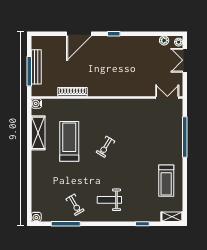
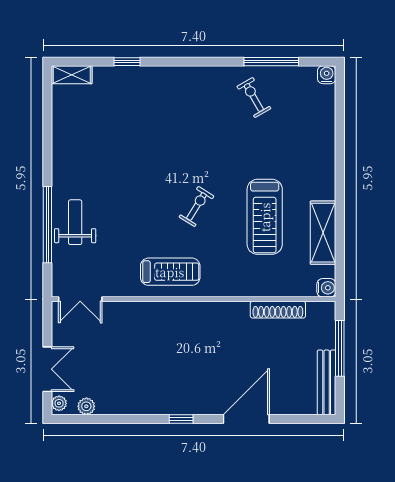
bench: (36, 67) -> (327, 382), moved
shoe rack: (72, 92) -> (278, 310), moved
treadmill: (166, 181) -> (170, 272), moved, turned 90
weight bench: (109, 200) -> (75, 222), moved, turned -90

